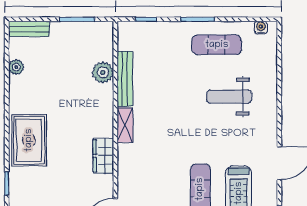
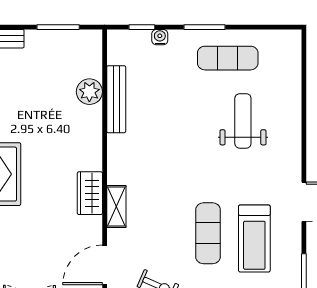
water cooler: (261, 28) -> (160, 37), moved
weight bench: (229, 97) -> (243, 121), turned 90
shelving: (125, 125) -> (116, 206), moved

